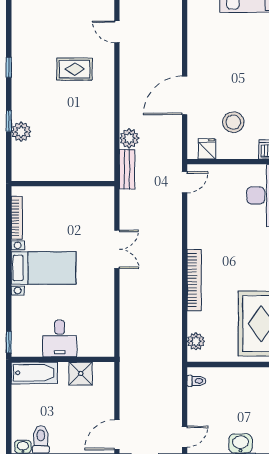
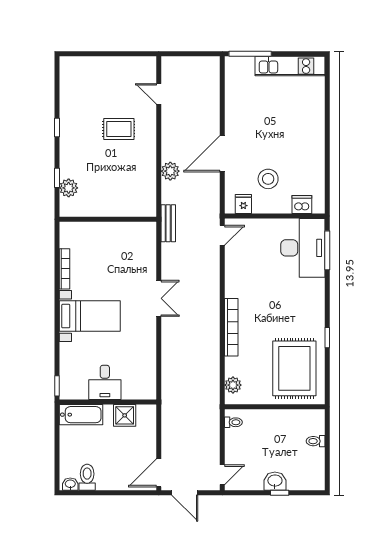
plant: (129, 138) -> (170, 171), moved
wall: (63, 184) -> (108, 219), moved

